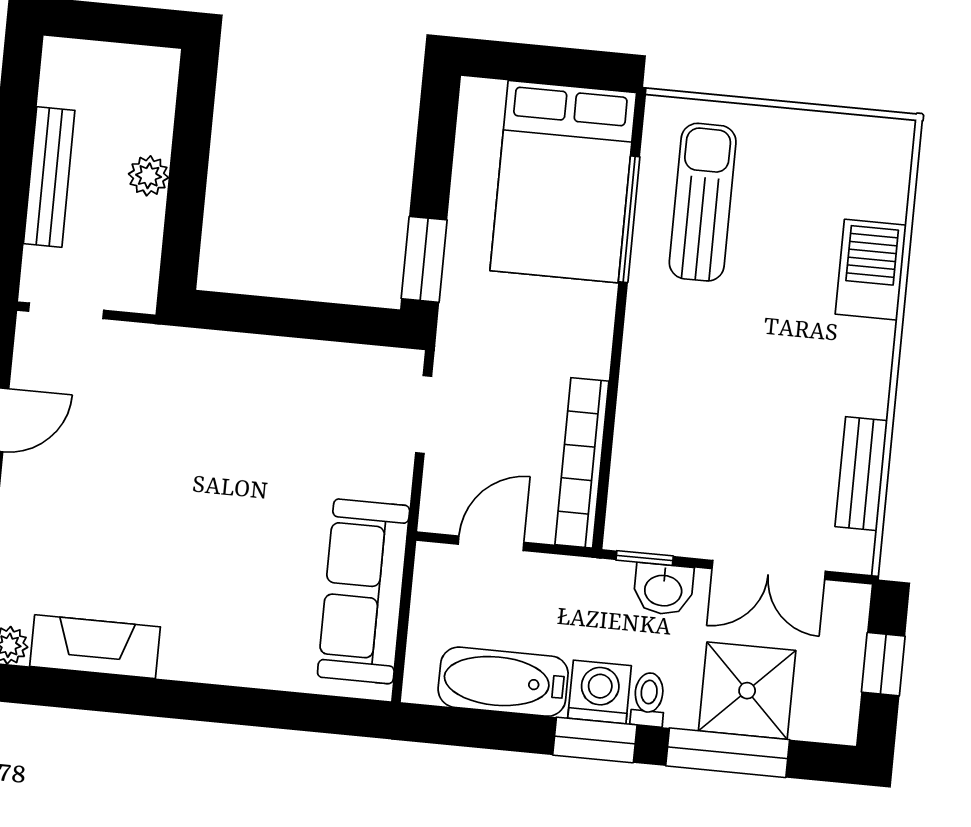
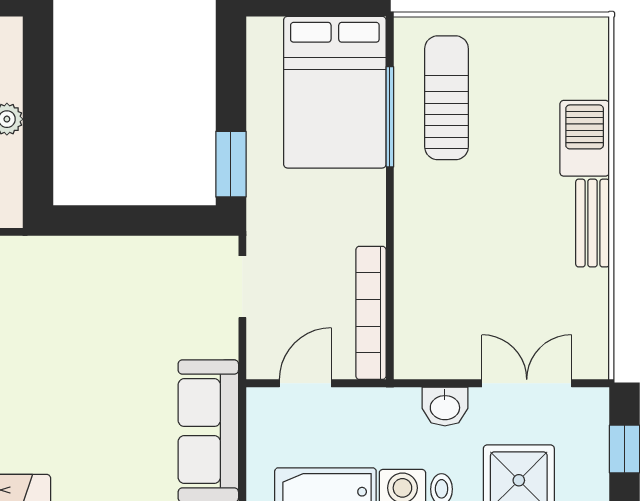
bench: (861, 474) -> (593, 223), moved
window: (645, 558) -> (428, 383), removed
double door: (769, 570) -> (527, 383), swing flipped

